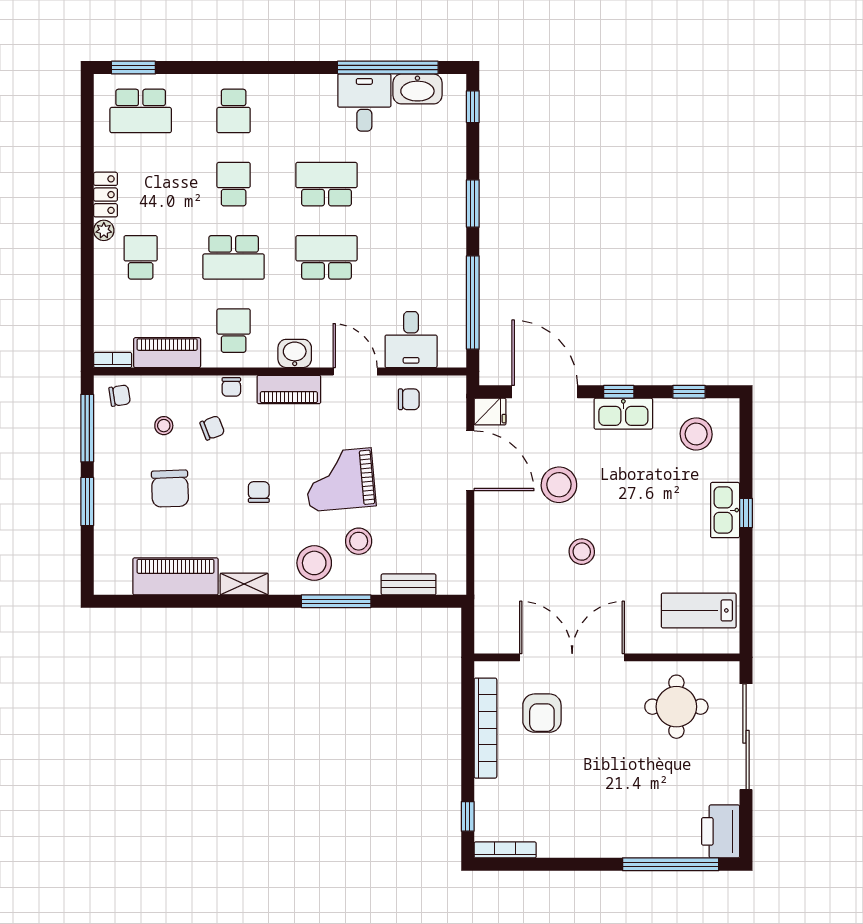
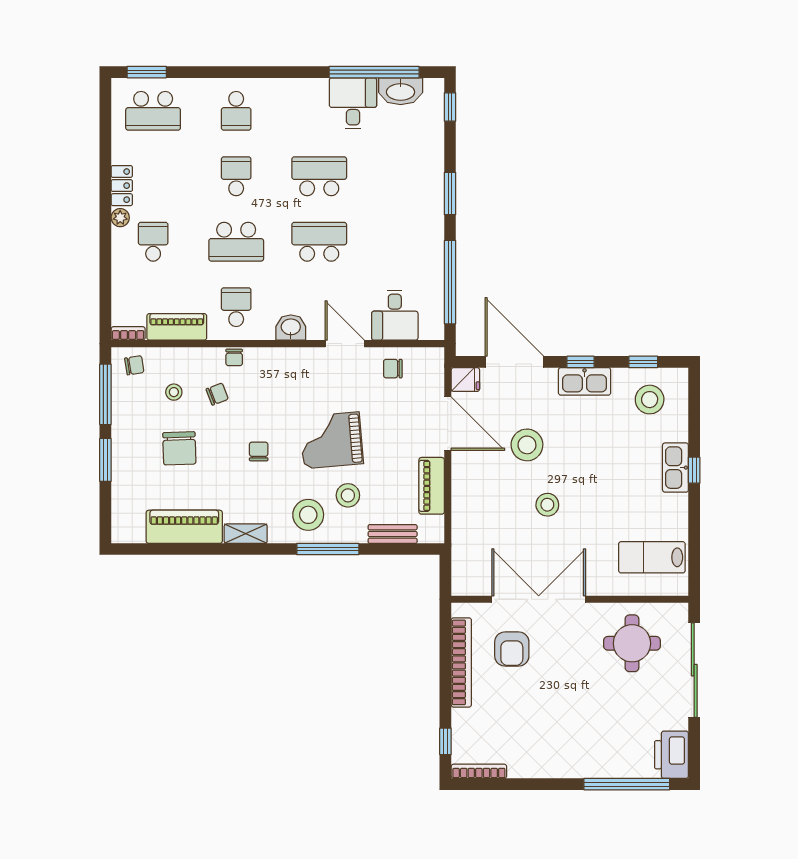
piano: (289, 389) -> (432, 486), moved, turned 90
chair: (409, 399) -> (393, 369), turned 180

